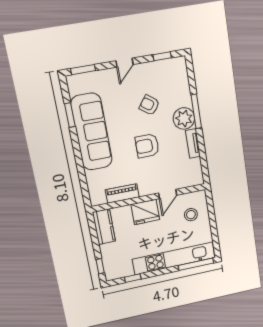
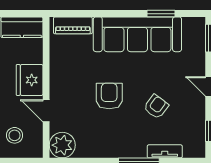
plant: (184, 118) -> (62, 145), moved
tv unit: (193, 143) -> (165, 151), moved
piano: (122, 193) -> (73, 25), moved, turned 90

